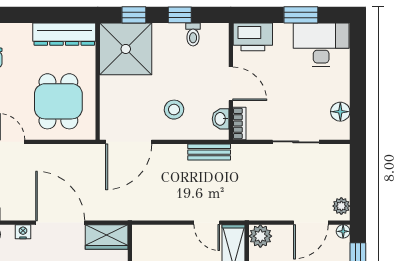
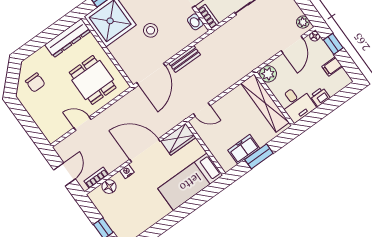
stool: (174, 110) -> (151, 30), moved
bench: (209, 152) -> (185, 59), moved
door: (207, 223) -> (202, 110), moved

